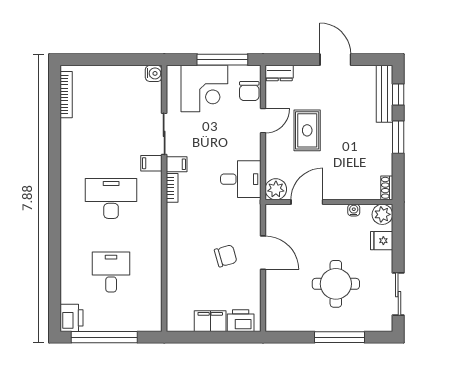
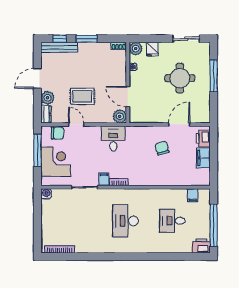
plant: (305, 76) -> (48, 98), added
filing cabinet: (151, 163) -> (193, 195), moved
door: (263, 253) -> (179, 124), moved

